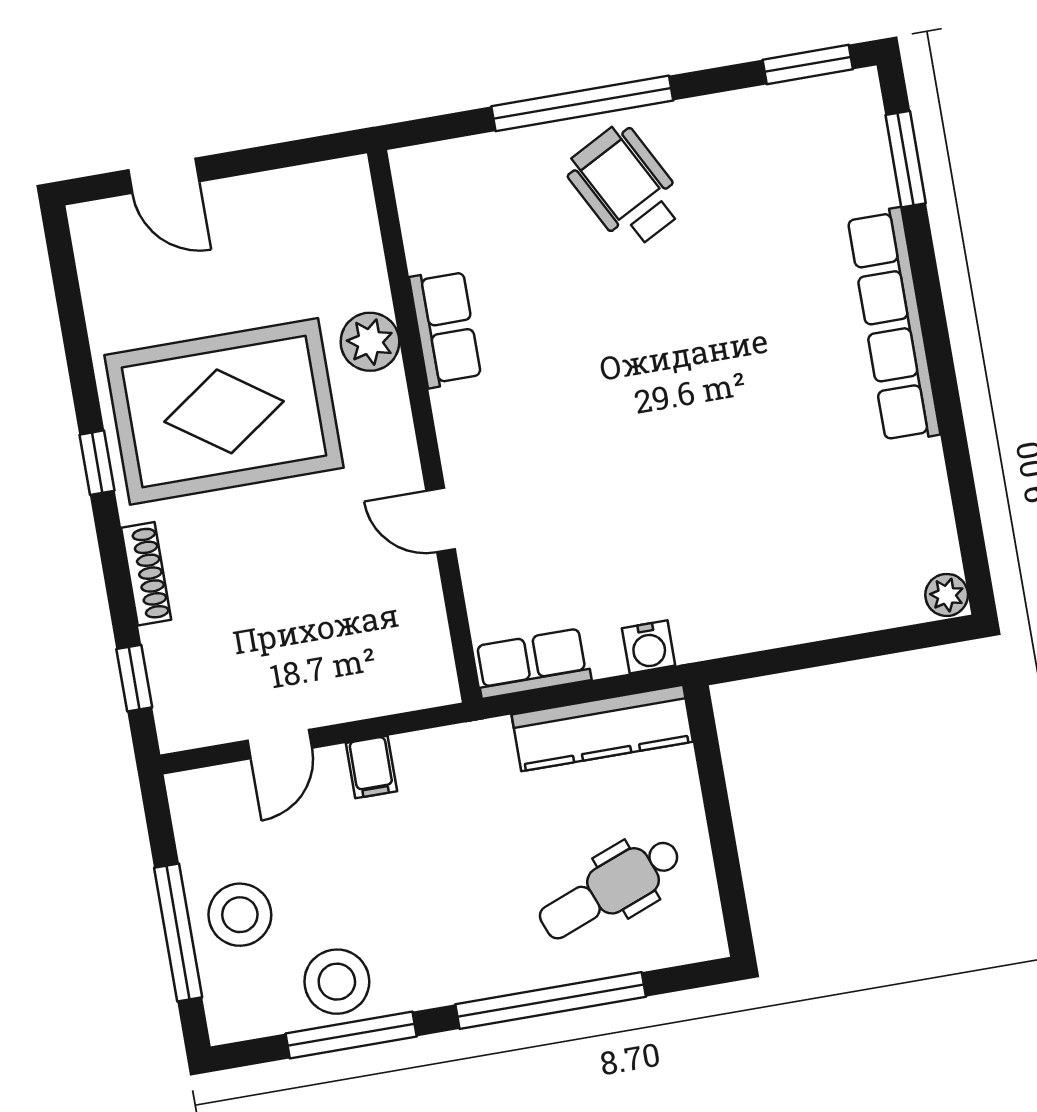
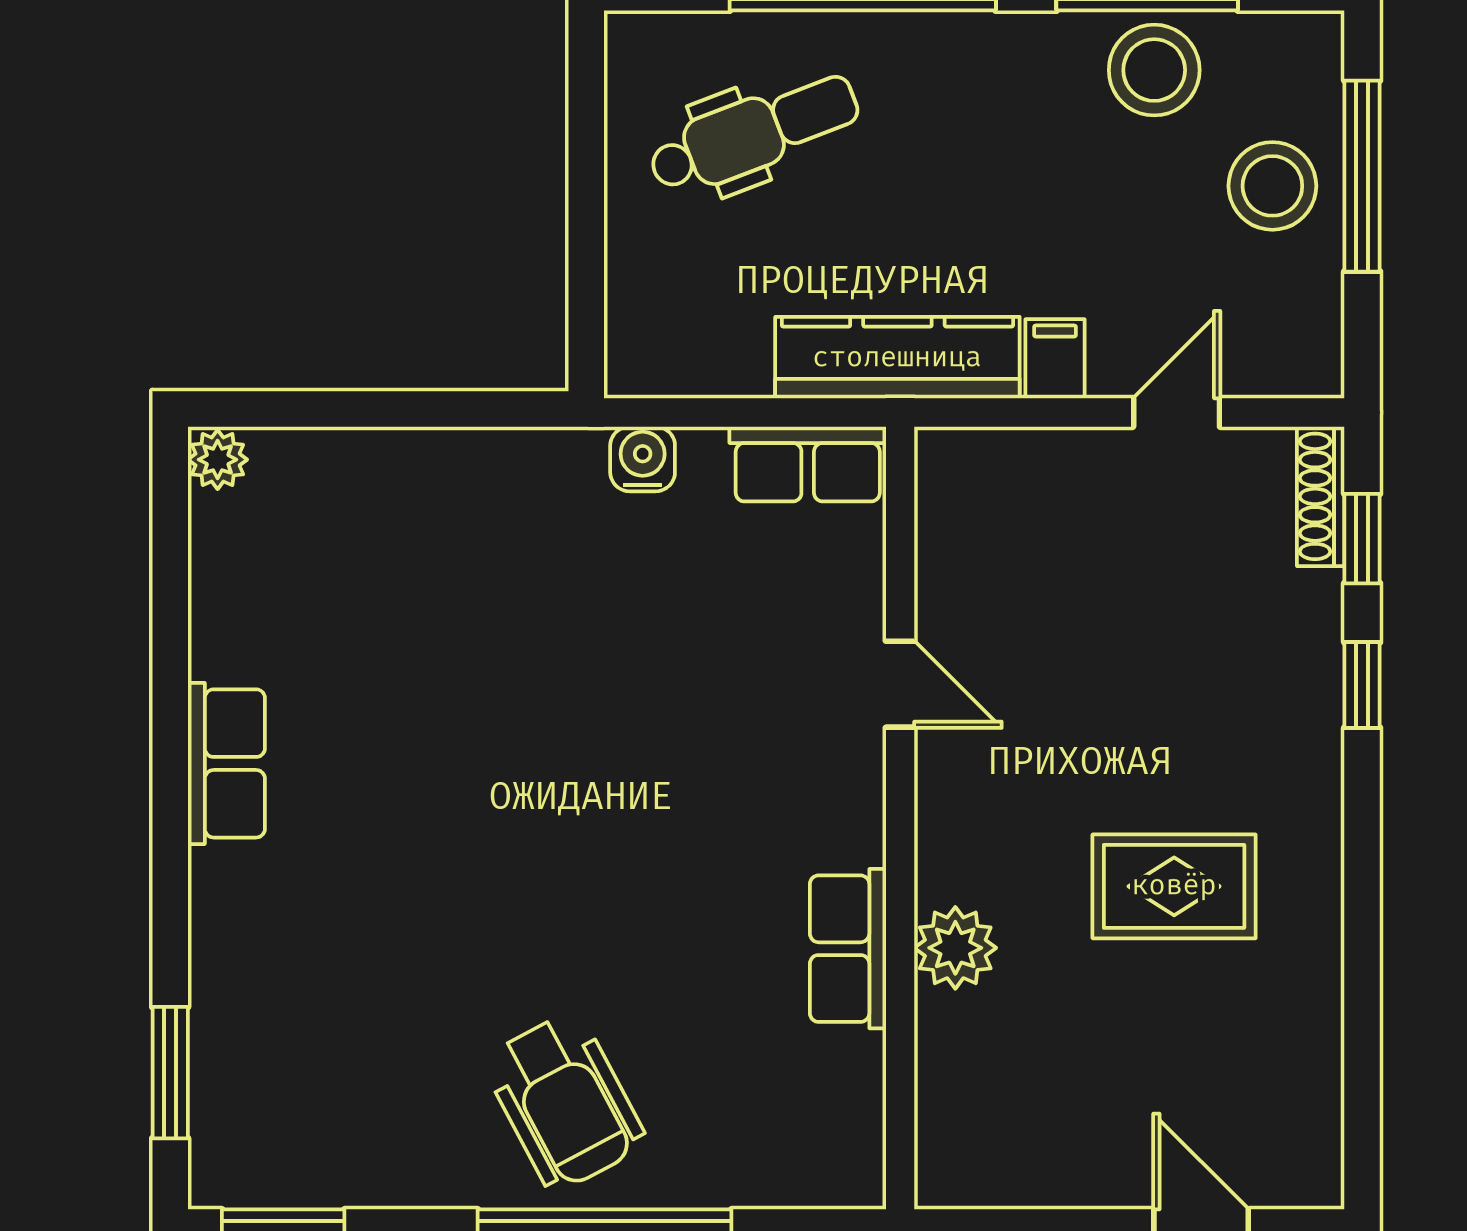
row of seats: (894, 325) -> (226, 763), width x0.50
rug: (224, 411) -> (1174, 886), width x0.54, depth x0.49
window: (97, 463) -> (1362, 685), moved
shoe rack: (146, 574) -> (1321, 496), moved
kitchen counter: (602, 728) -> (897, 358), moved

